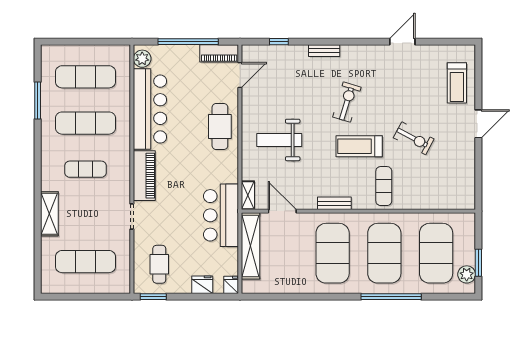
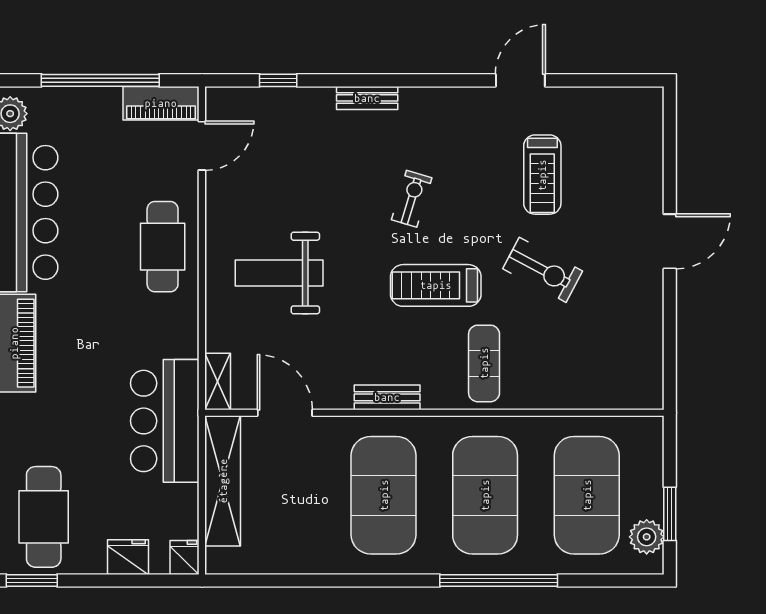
treadmill: (457, 83) -> (542, 175), moved
exercise bike: (347, 102) -> (412, 199), width x0.73, depth x0.72
cafe table: (159, 264) -> (44, 517), width x1.37, depth x1.35

